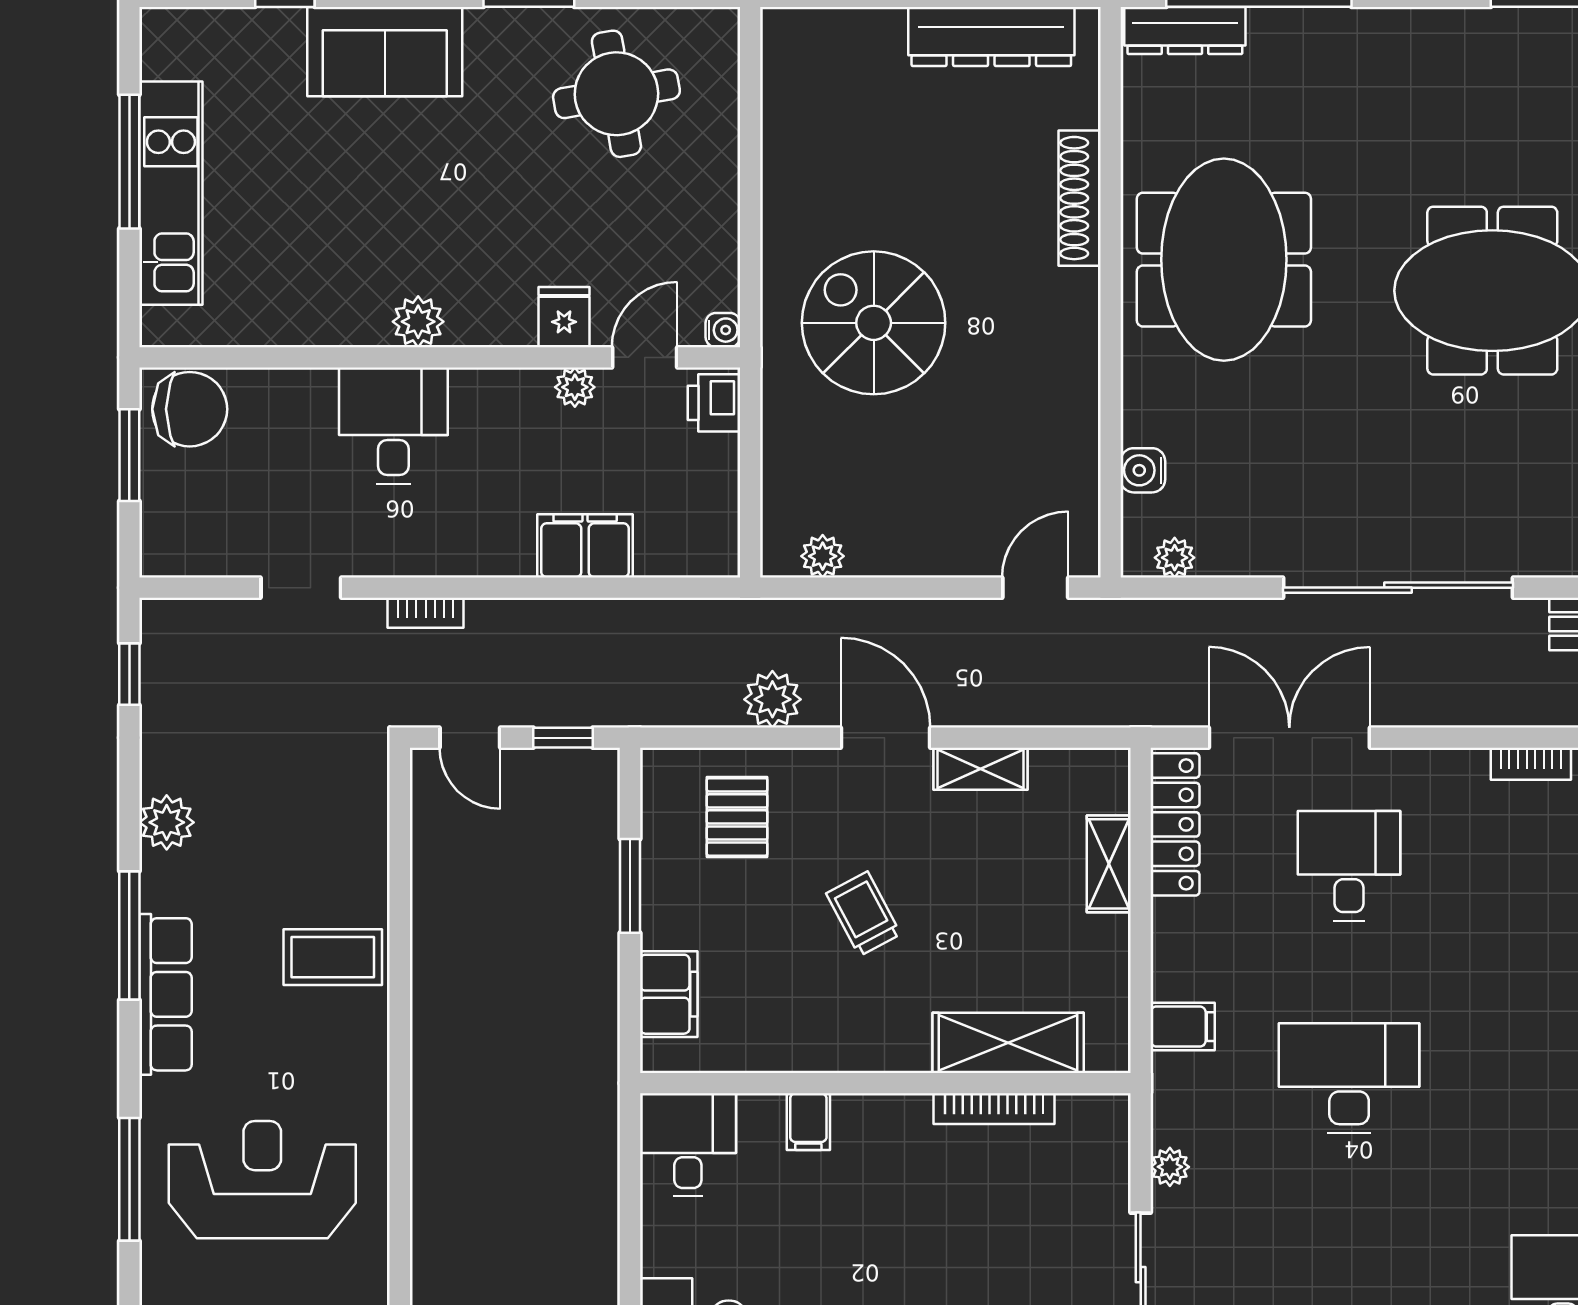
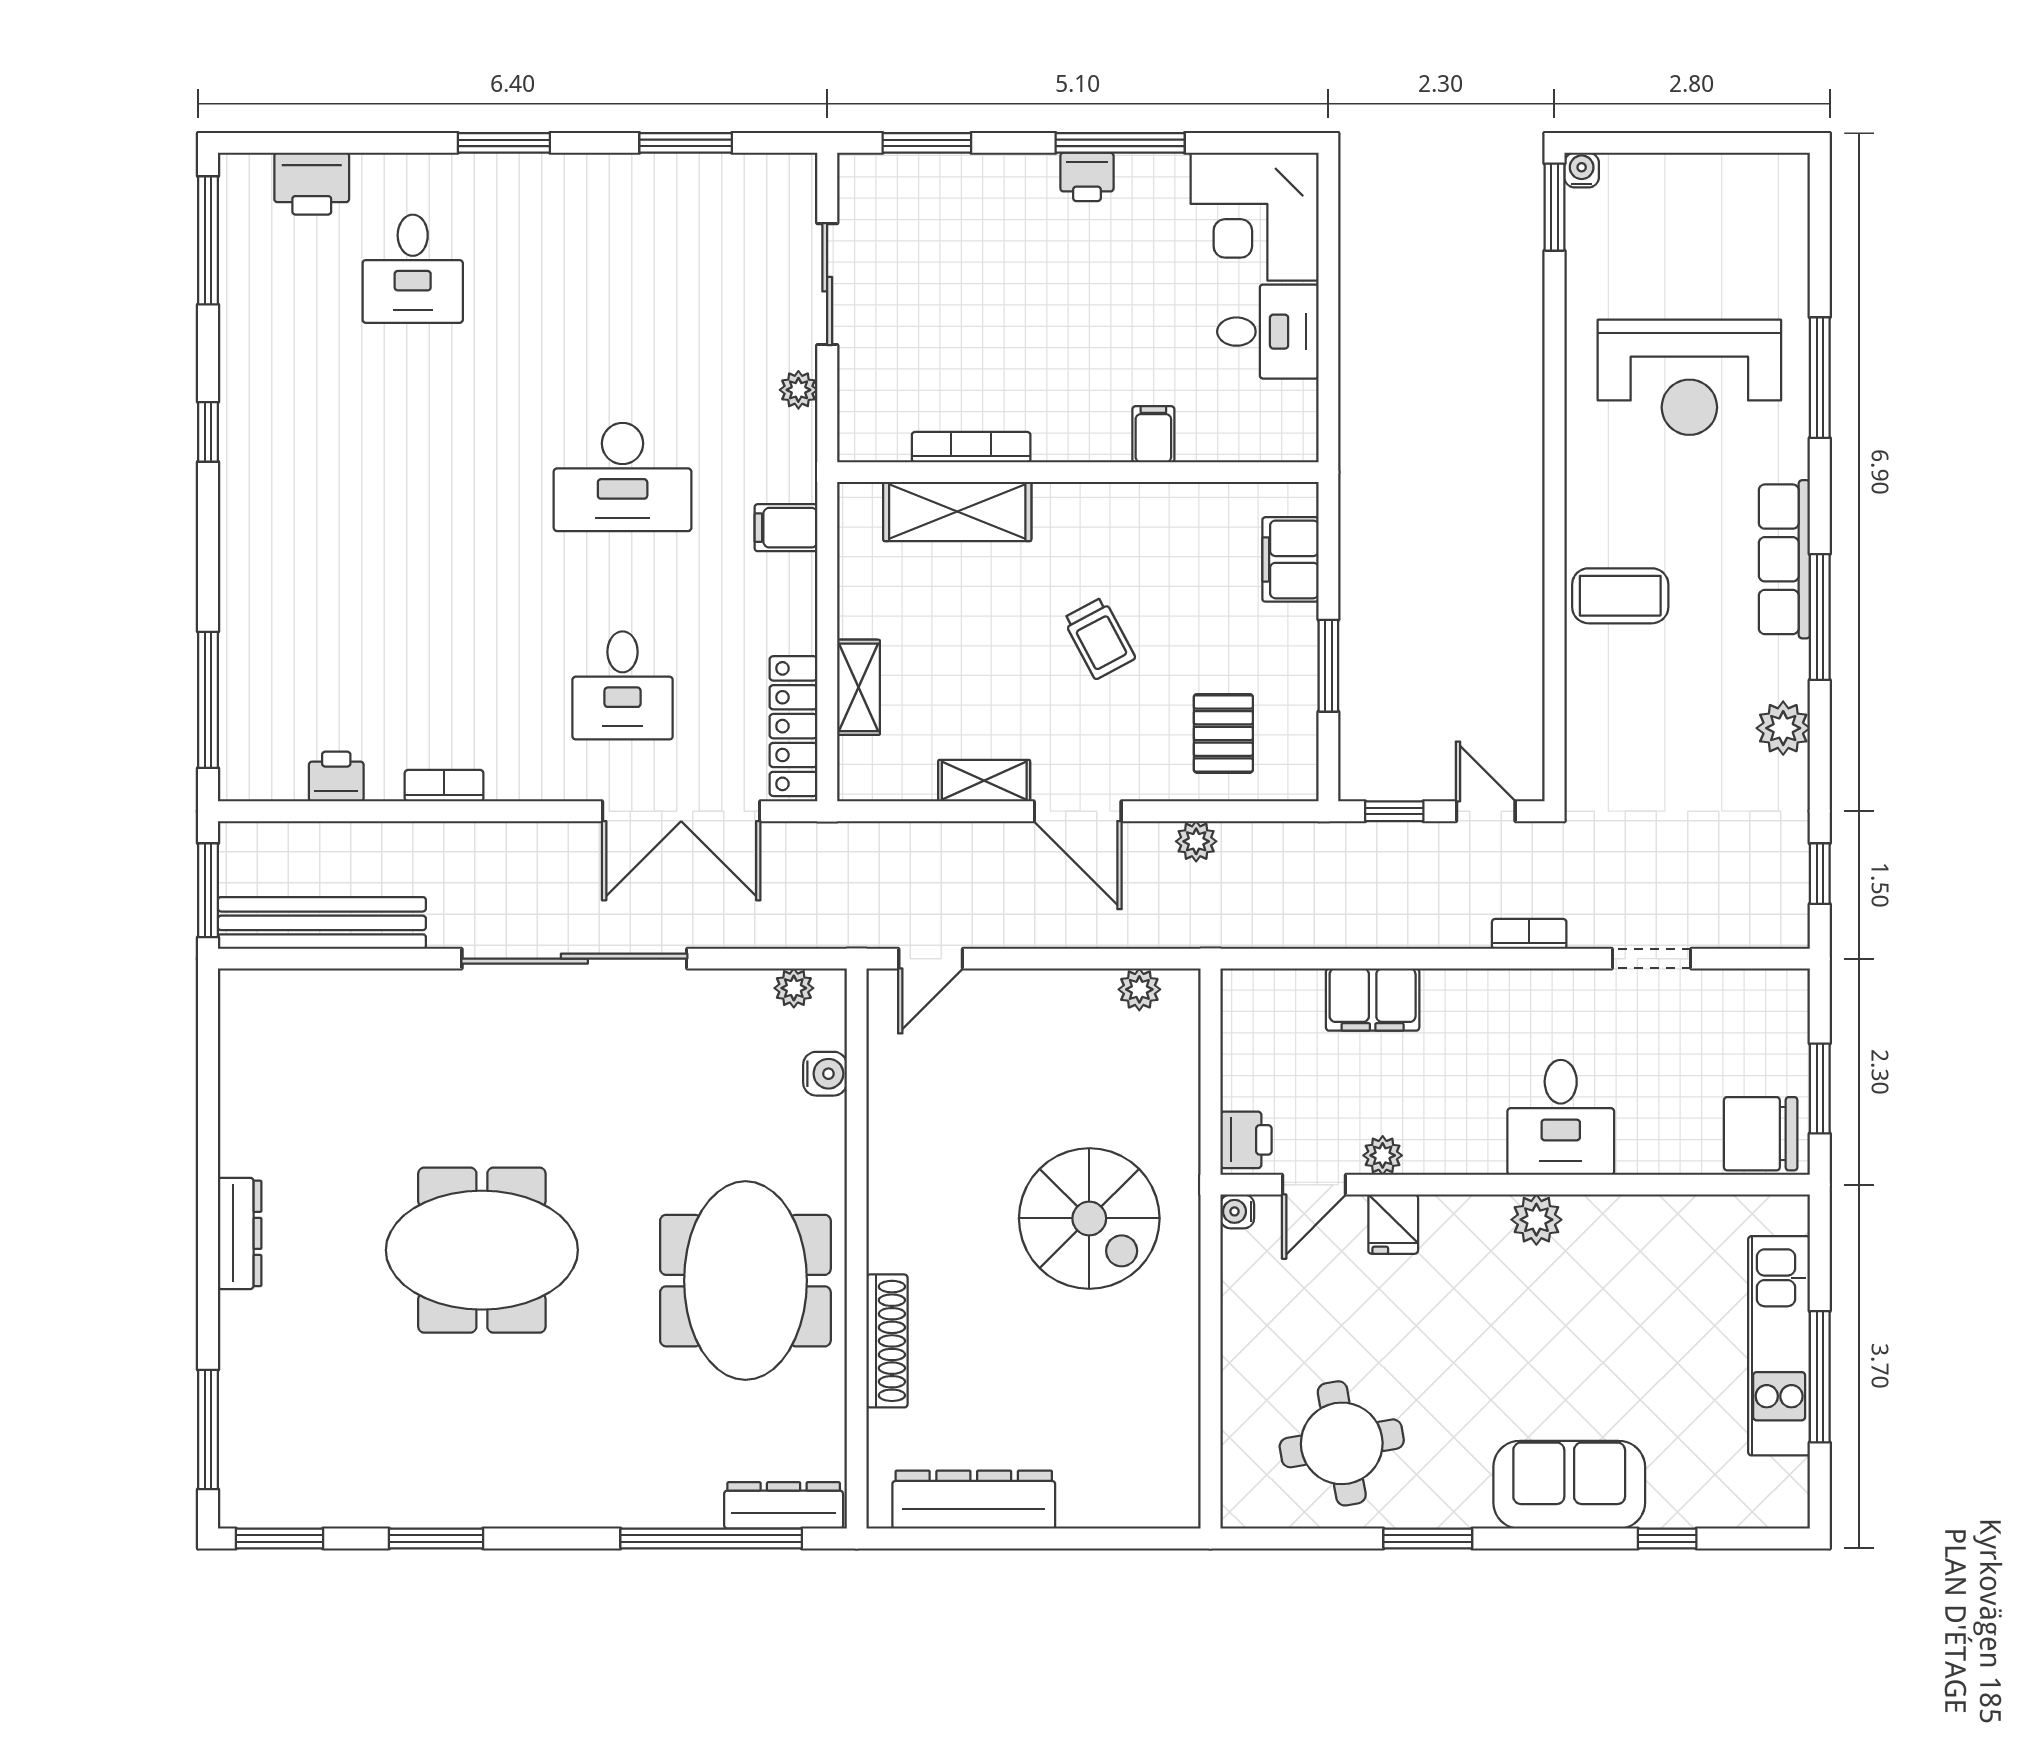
plant: (772, 699) -> (1196, 841), width x0.73, depth x0.73
desk: (688, 1145) -> (1268, 332), moved, turned -90

